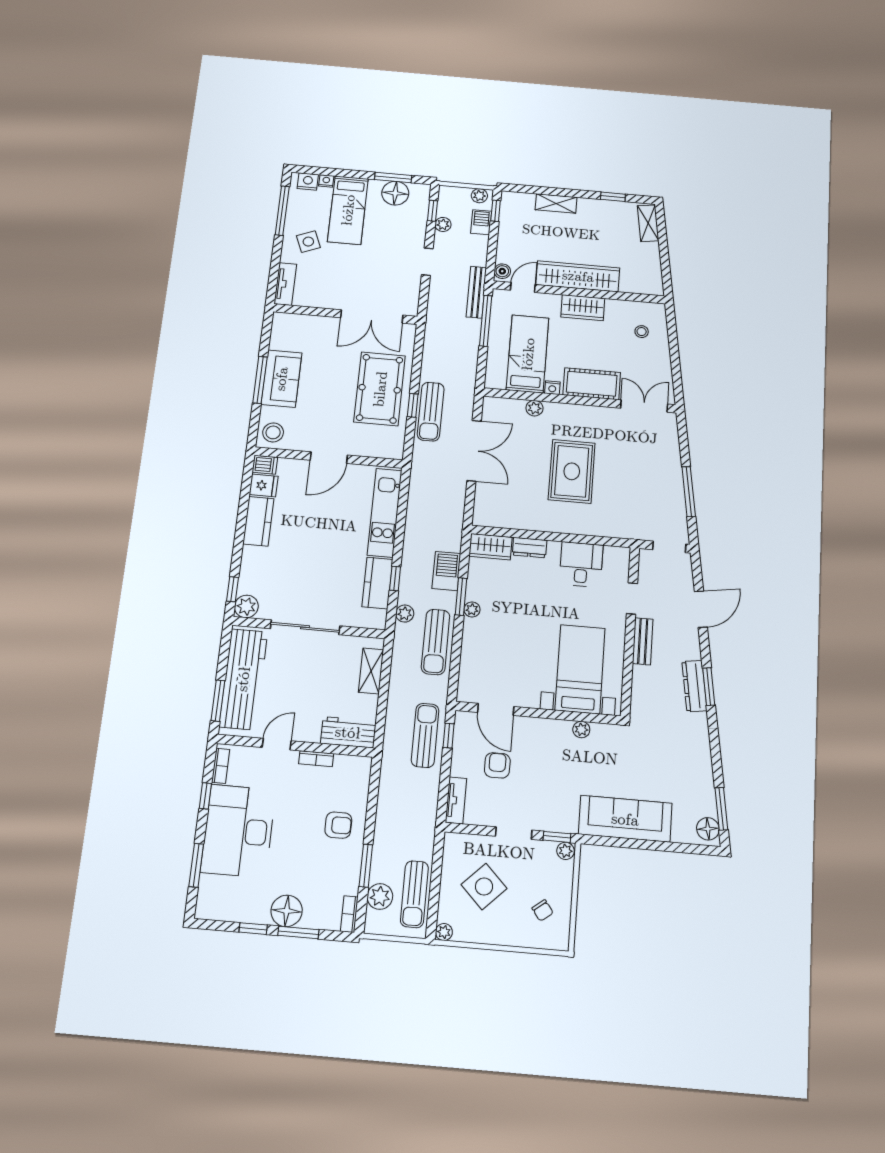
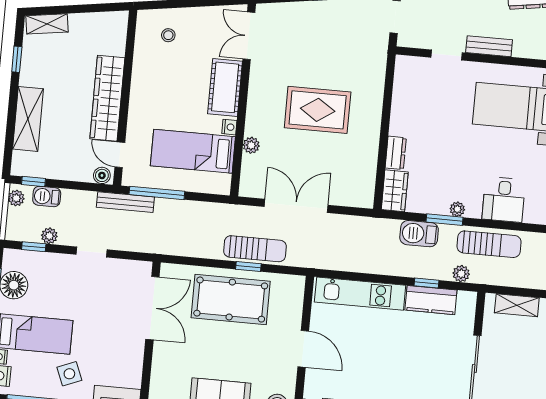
shelving: (556, 204) -> (28, 119), width x1.50, depth x1.33
wardrobe: (583, 308) -> (142, 94), removed
desk: (581, 564) -> (504, 199), moved, turned -90

